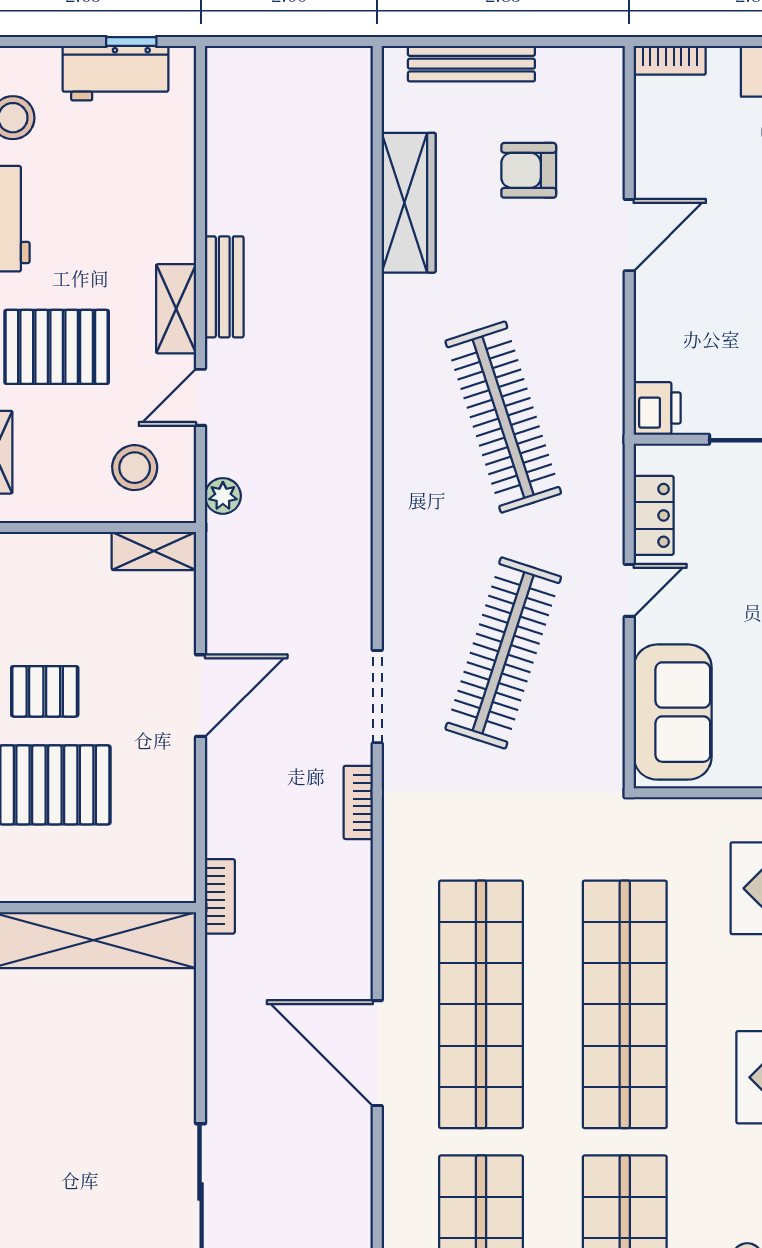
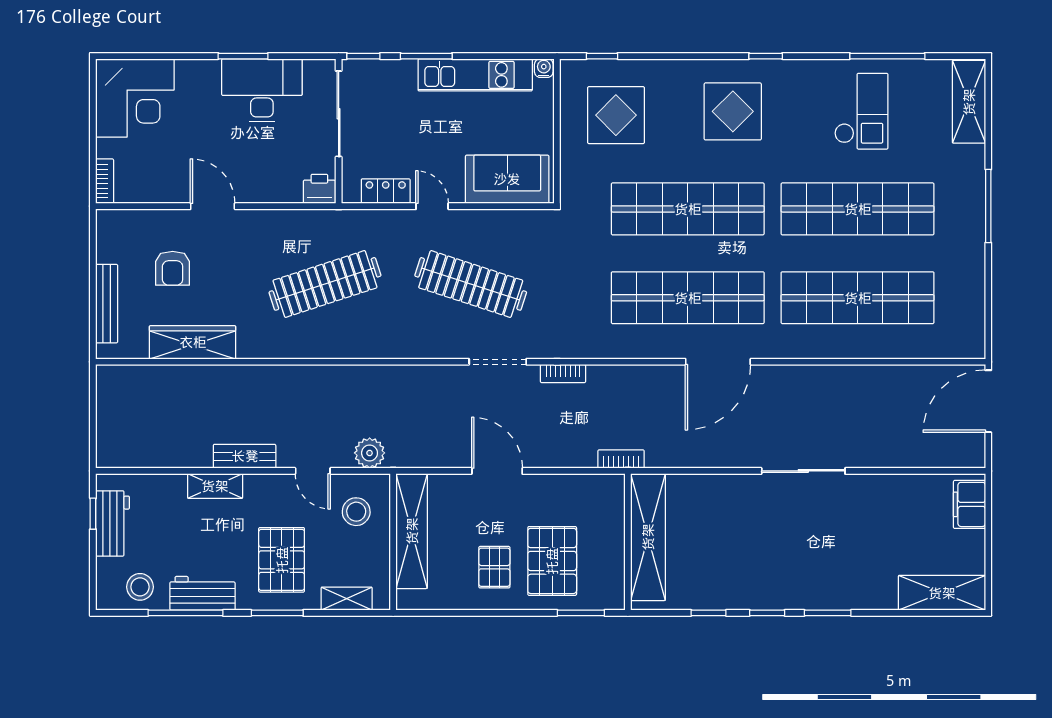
shelving: (176, 309) -> (215, 486), moved
plant: (223, 496) -> (370, 453), width x1.38, depth x1.38
shelving: (154, 551) -> (412, 531), width x2.20, depth x1.33

